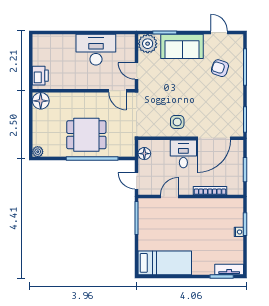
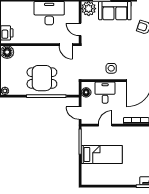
desk: (183, 154) -> (105, 93), moved
bed: (165, 263) -> (102, 154), moved

